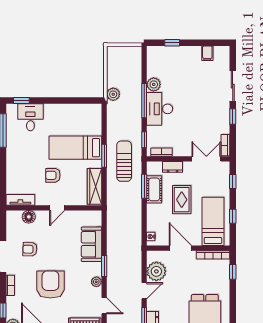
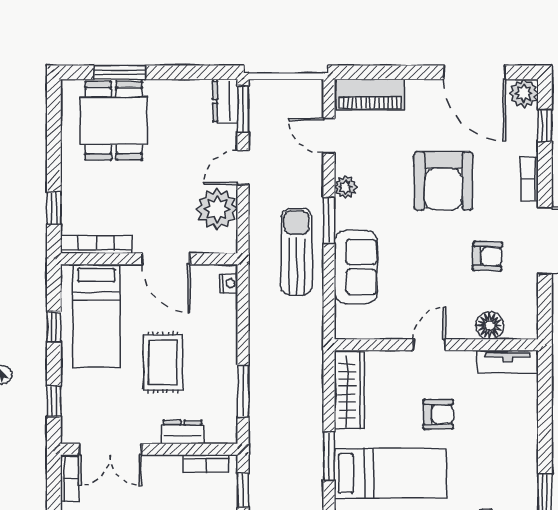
sun lounger: (124, 161) -> (296, 252), moved, turned 180
cot: (154, 189) -> (222, 384), removed

